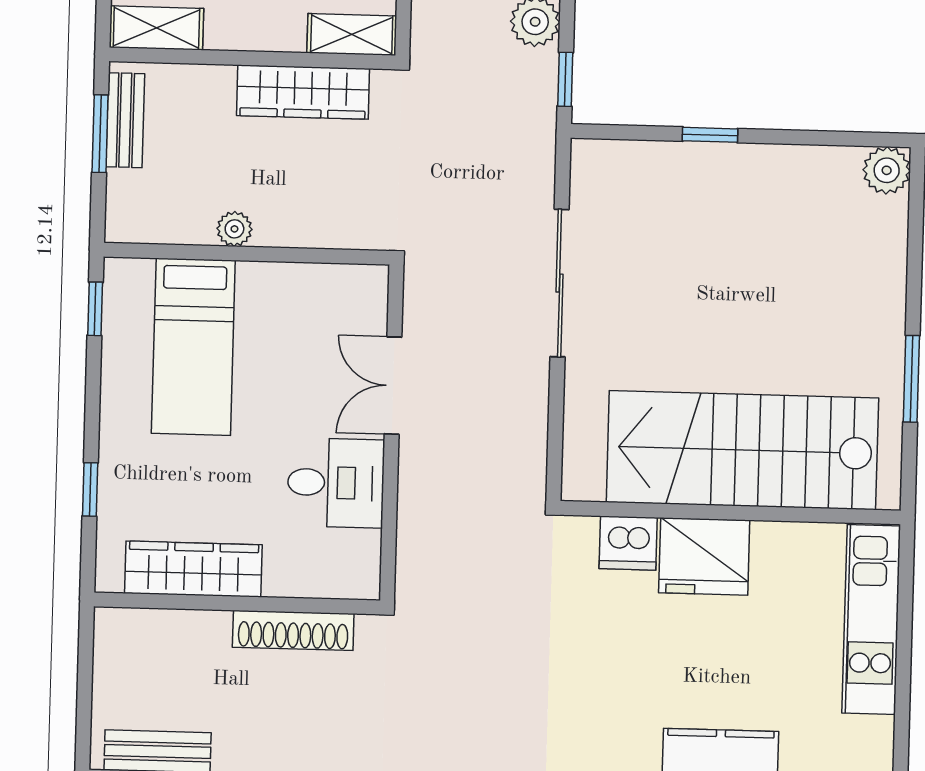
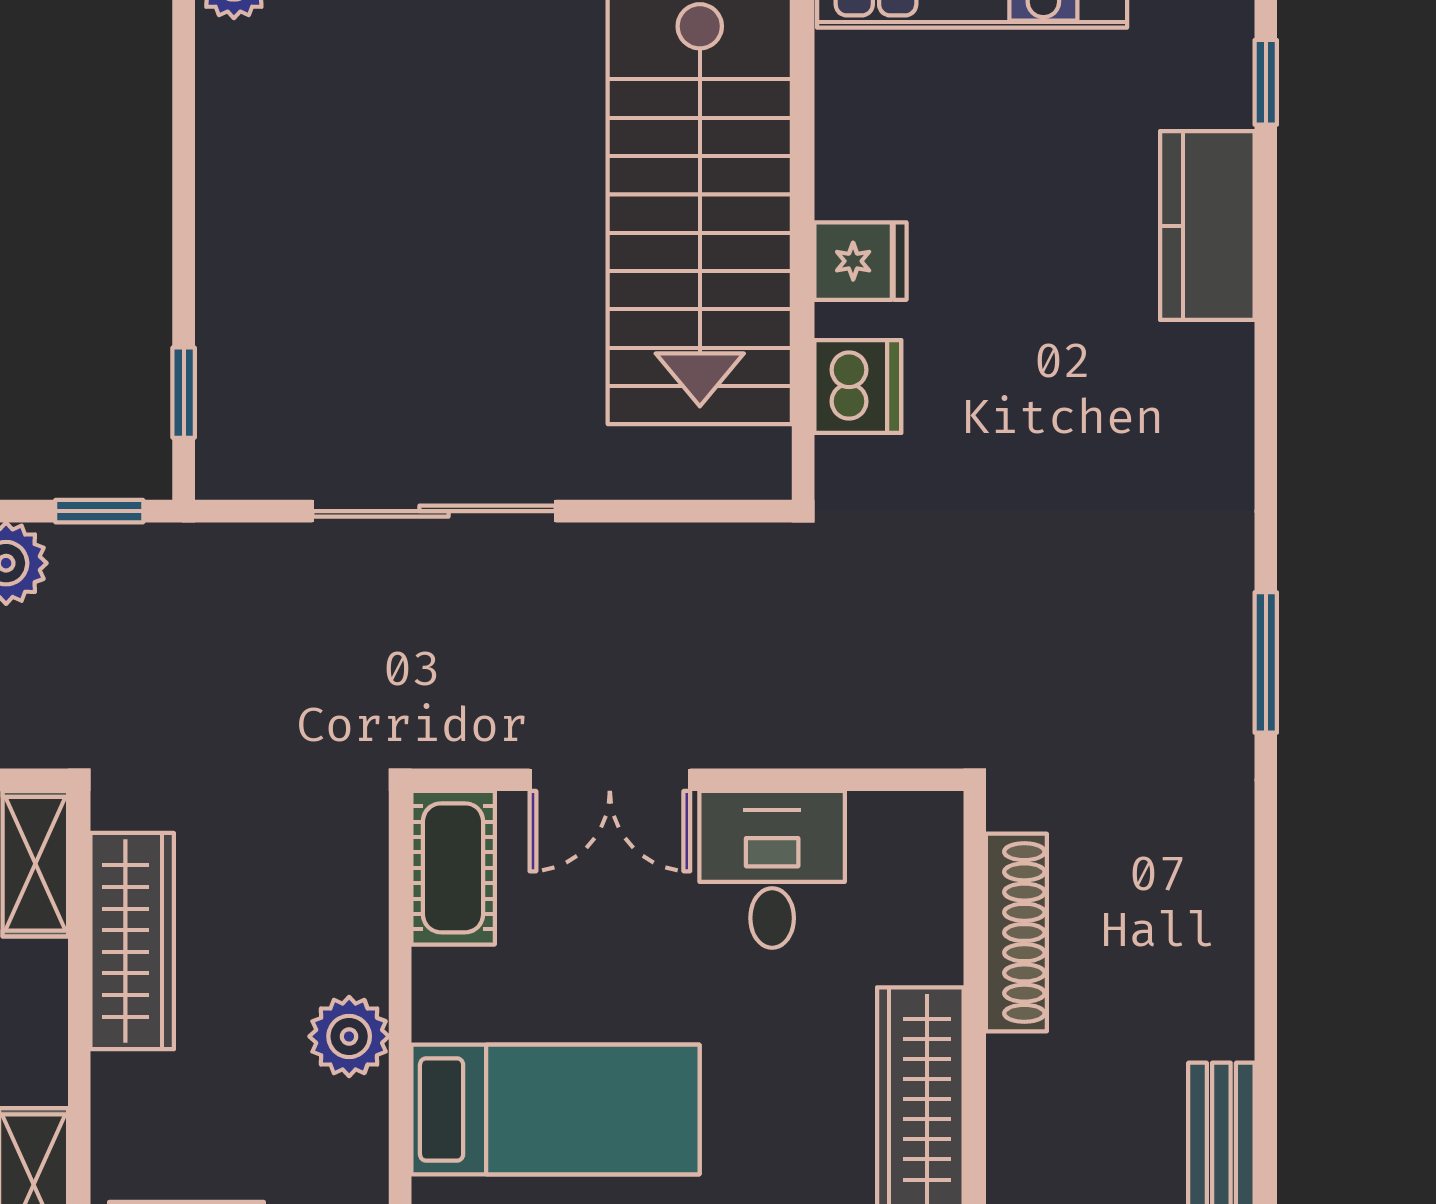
window: (710, 135) -> (184, 393), moved
plant: (234, 229) -> (349, 1036), width x1.38, depth x1.38
cot: (342, 289) -> (453, 868), added
fridge: (704, 556) -> (860, 261), width x0.53, depth x0.75

